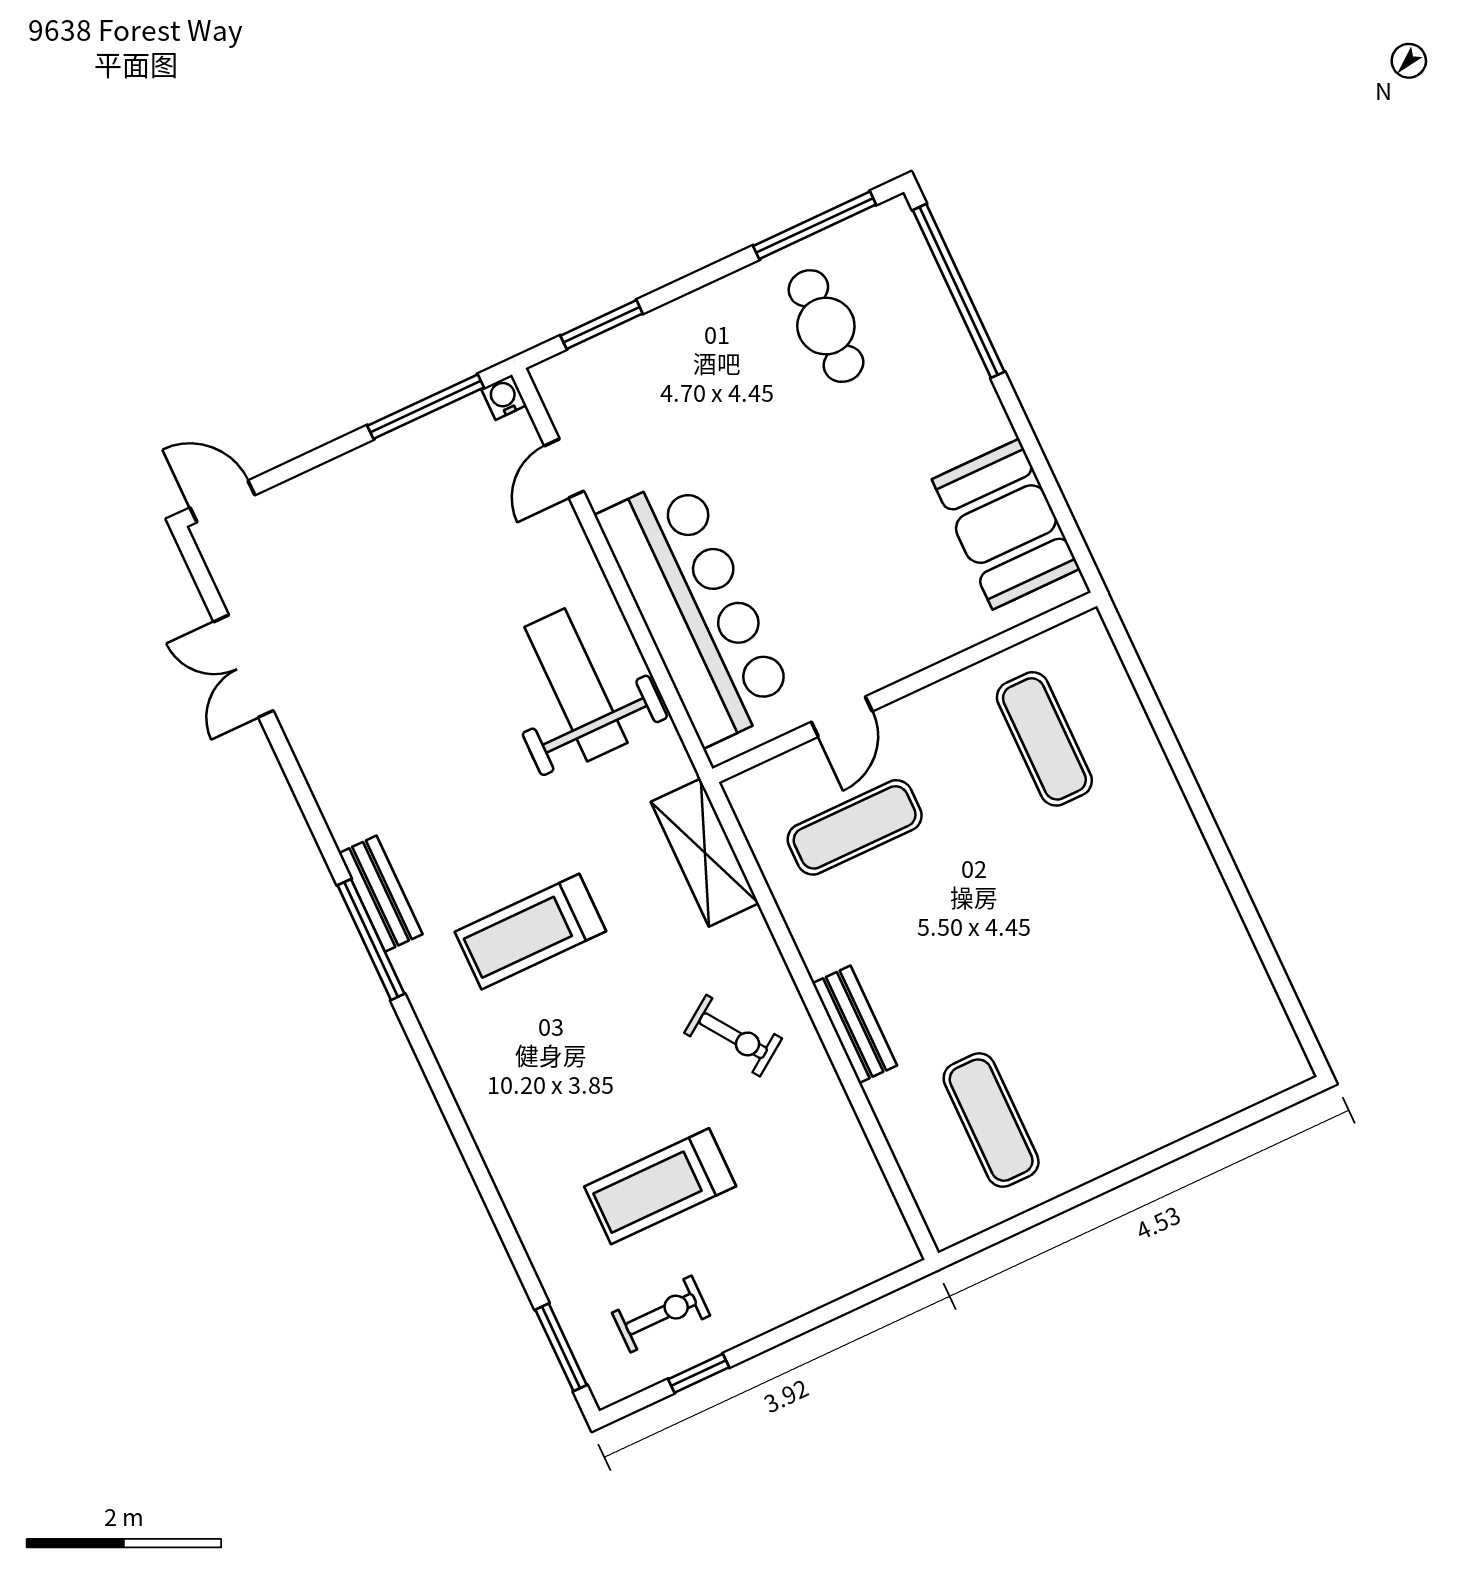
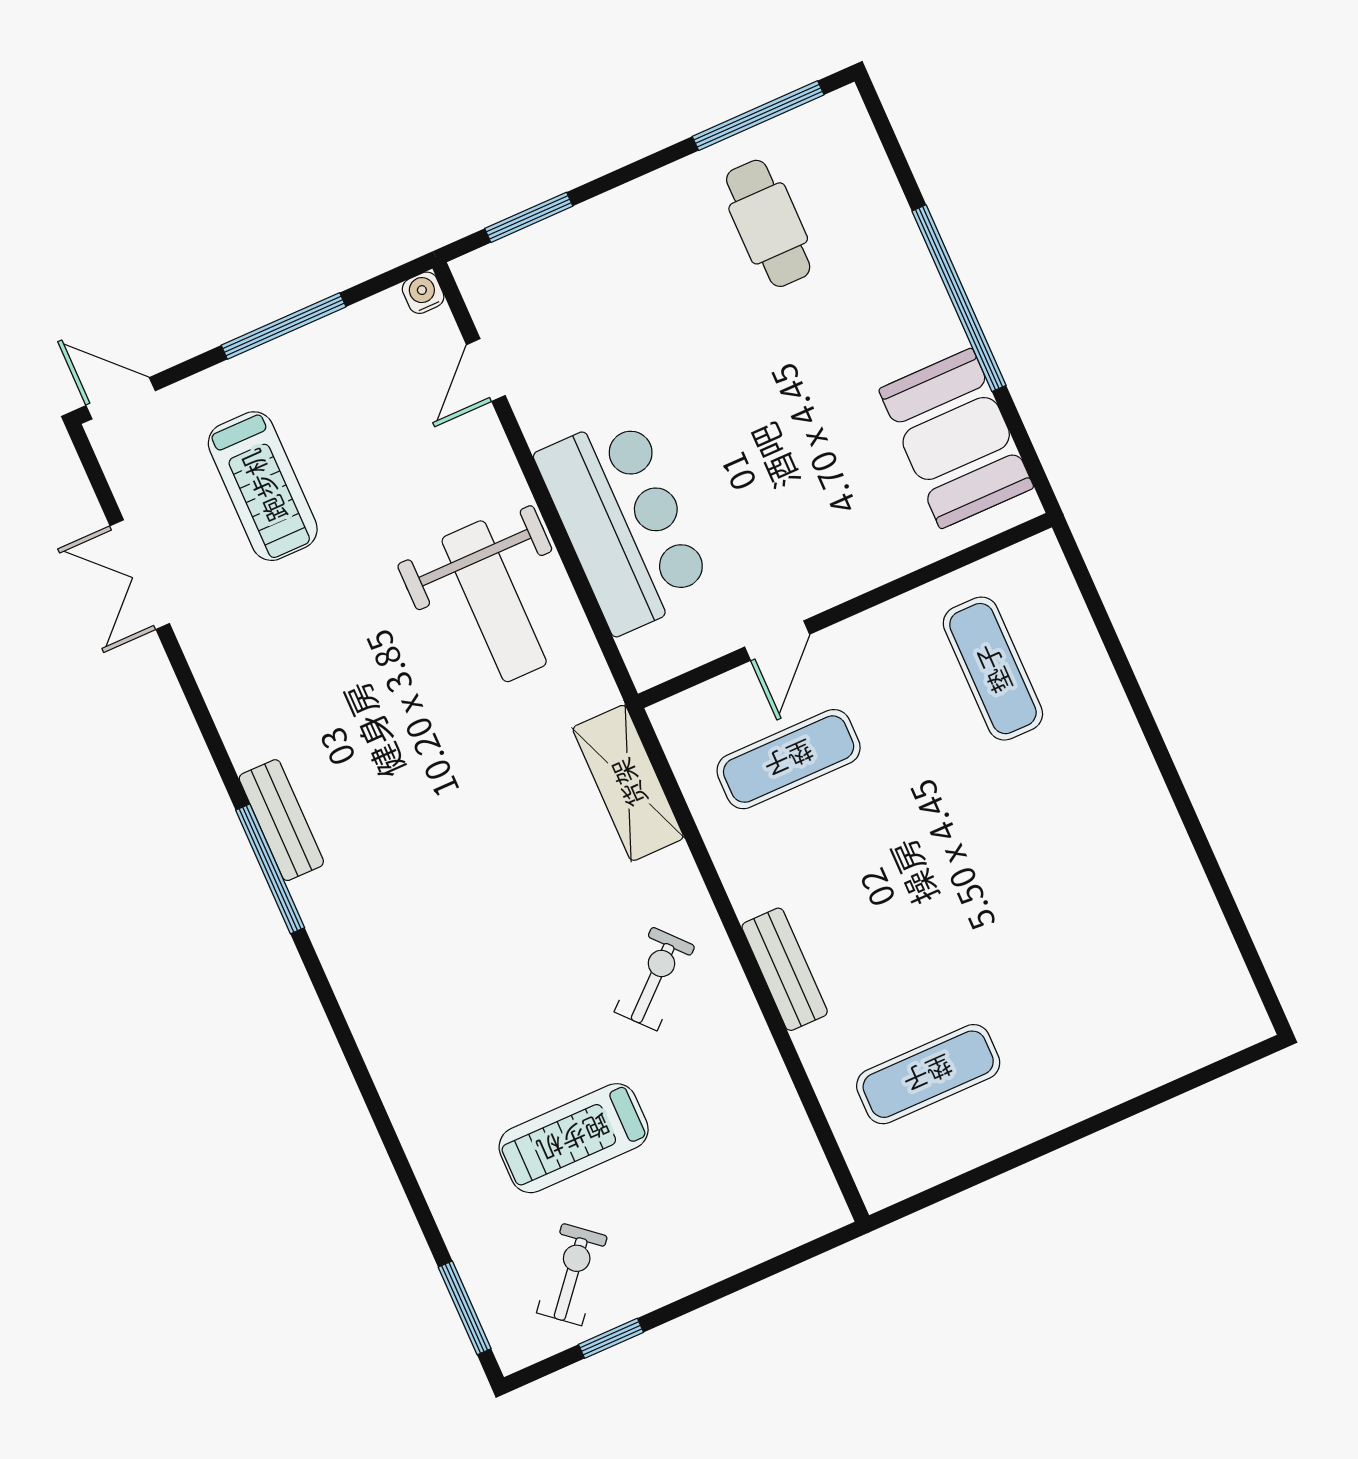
window: (959, 291) -> (959, 298), moved
window: (426, 407) -> (284, 326), moved
bar counter: (696, 610) -> (624, 523), width x0.73
weight bench: (576, 685) -> (494, 601), turned 180
treadmill: (530, 932) -> (263, 486), moved, turned -90
exercise bike: (733, 1036) -> (655, 979), turned -97
exercise mat: (991, 1120) -> (928, 1074), turned 90
exercise bike: (661, 1314) -> (572, 1274), turned -50

